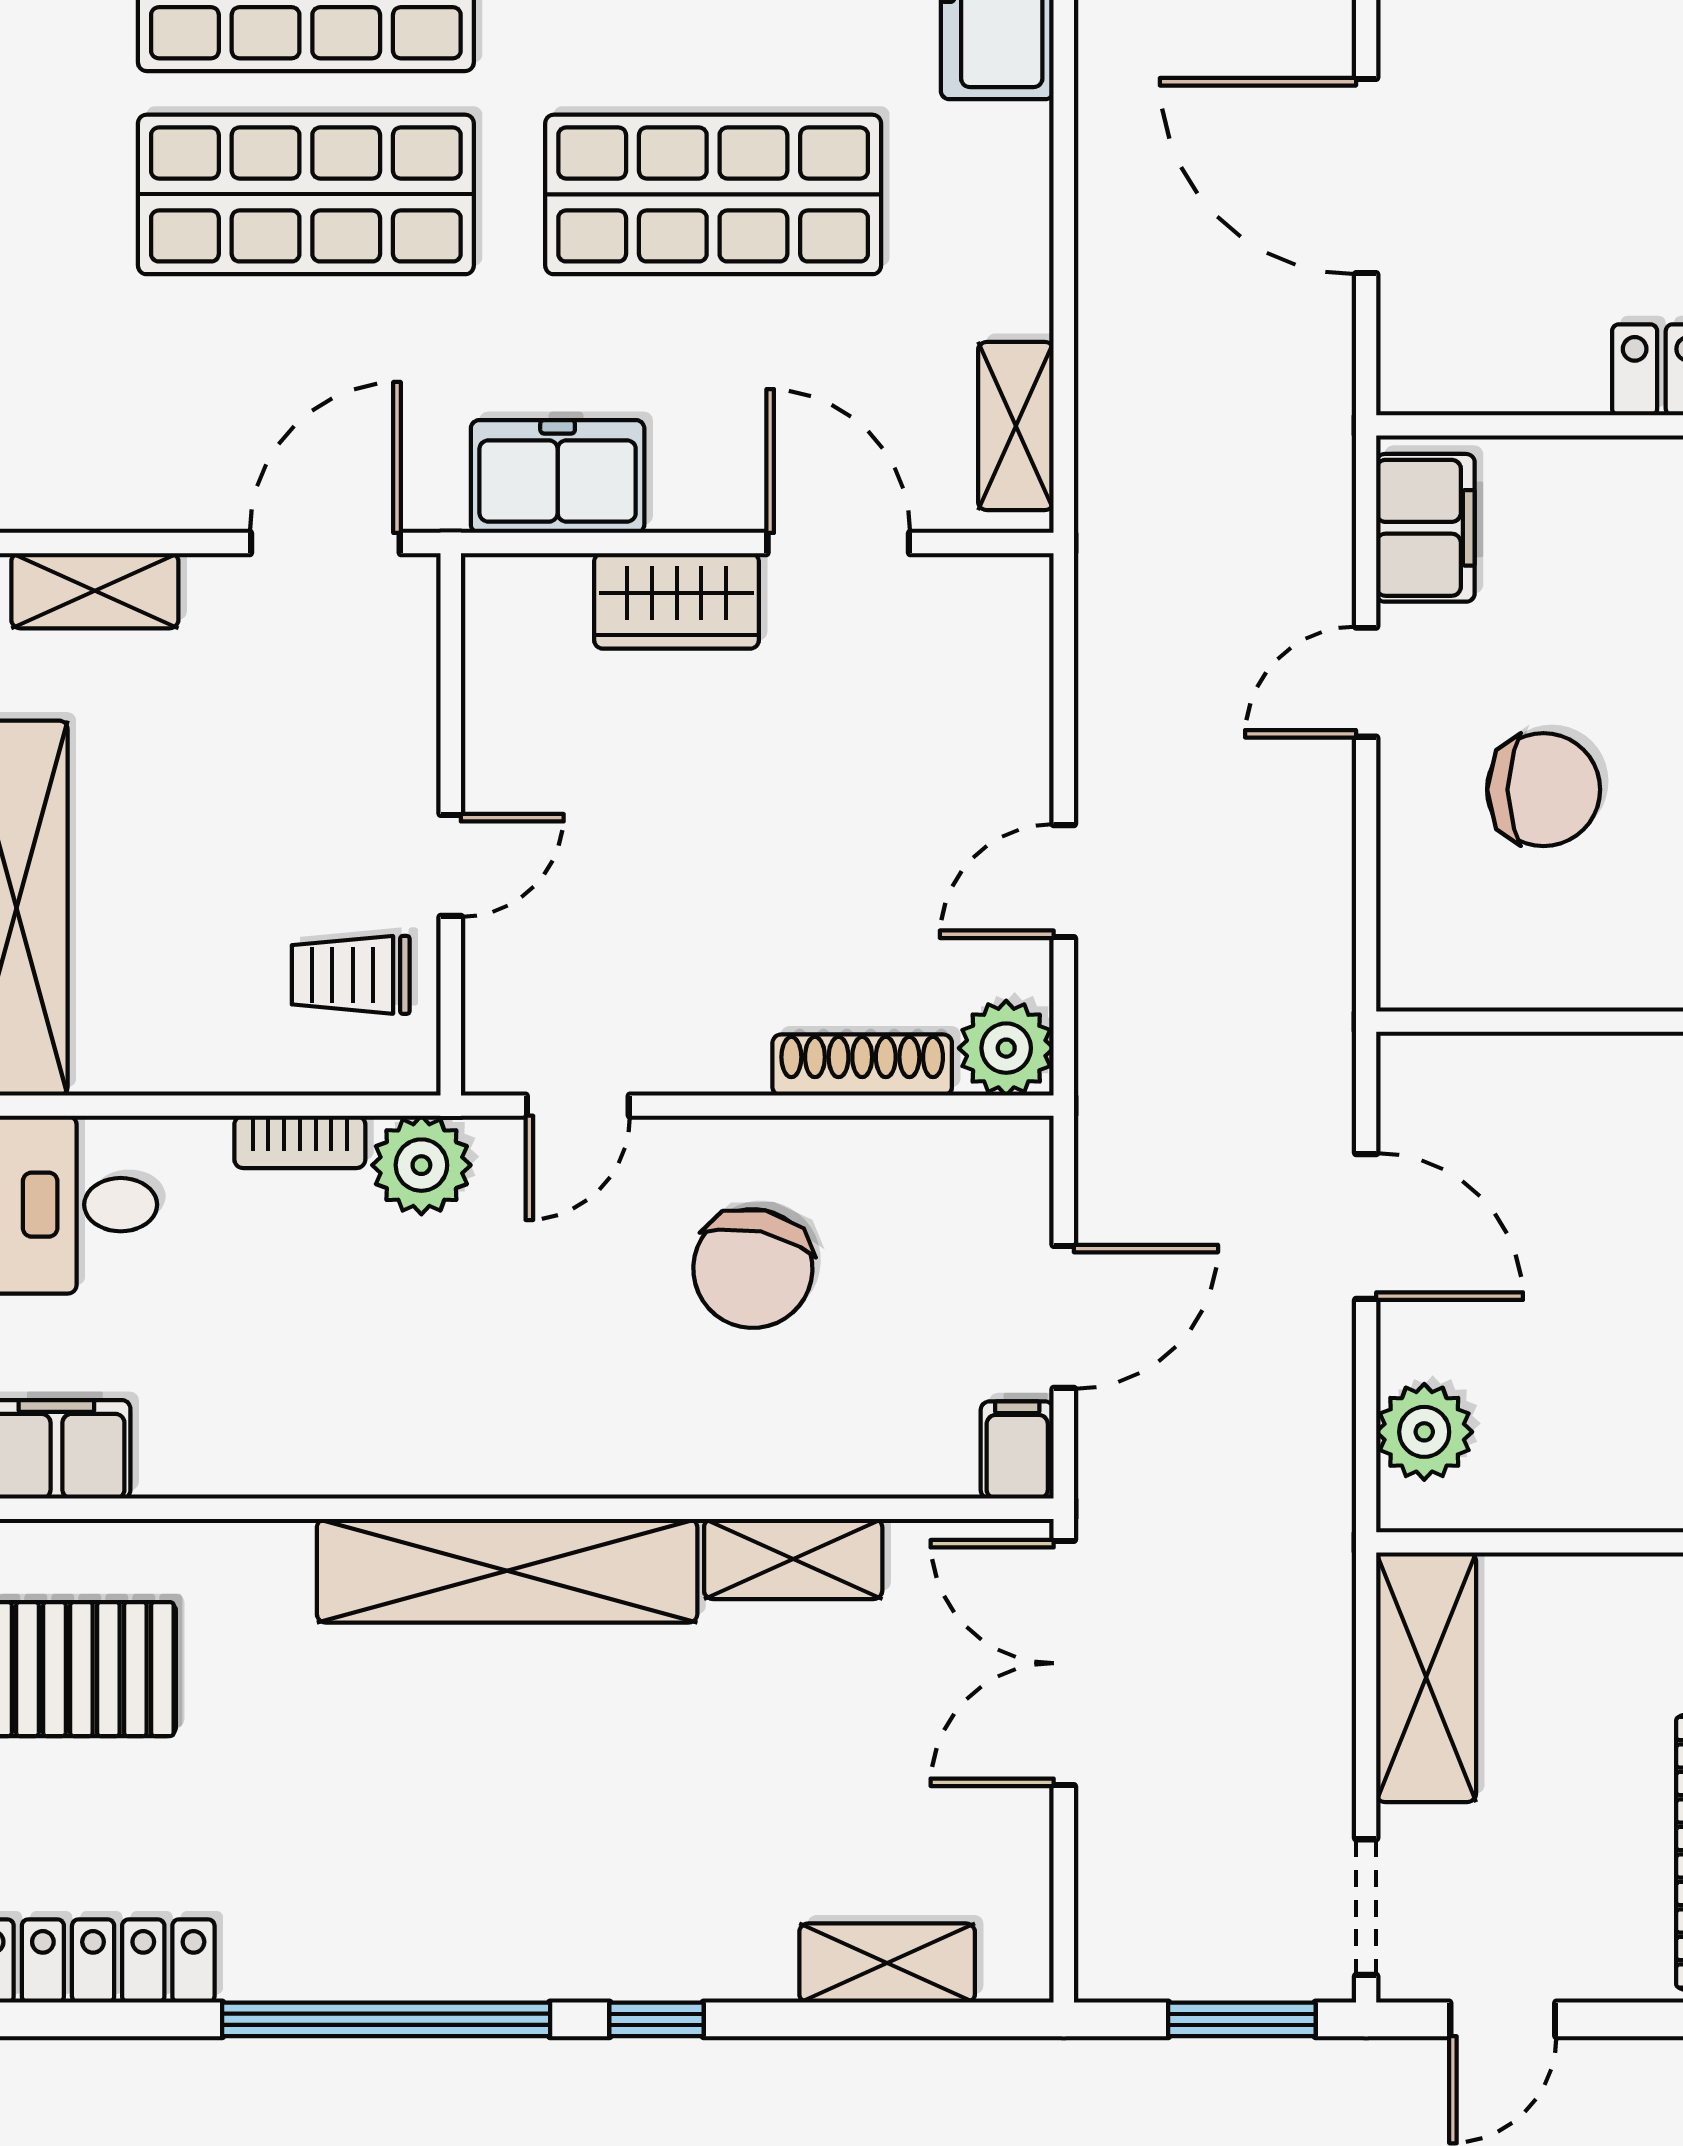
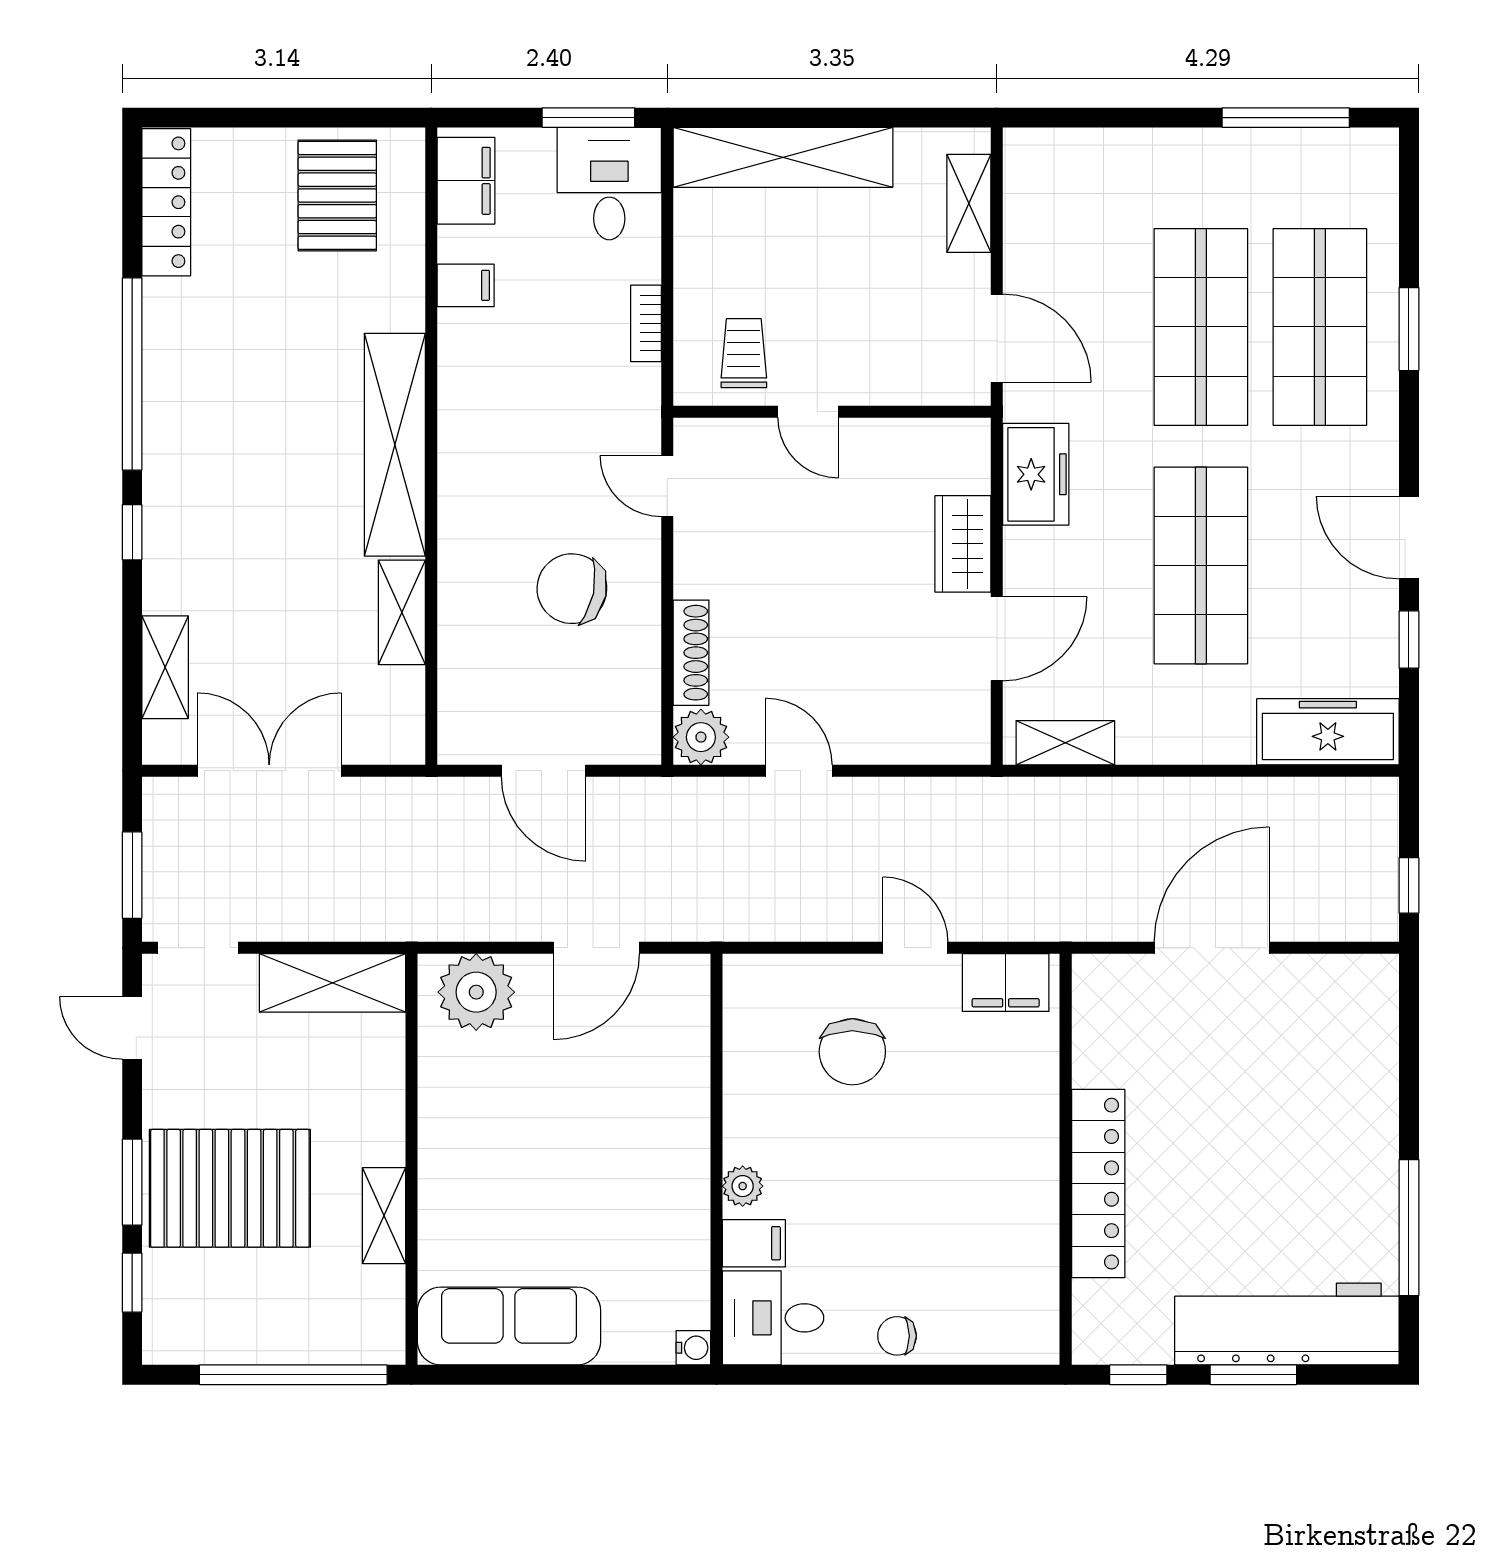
plant: (421, 1165) -> (632, 395), removed
plant: (1424, 1432) -> (476, 992), width x1.36, depth x1.36
filing cabinet: (1017, 1450) -> (466, 285), moved
double door: (1064, 1663) -> (269, 771), moved

